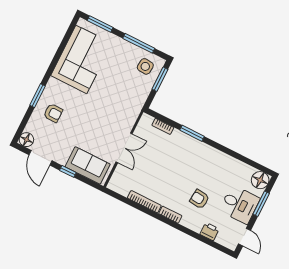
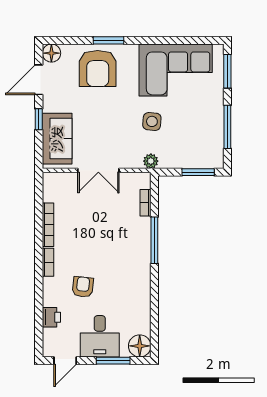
side table: (145, 66) -> (152, 121), moved
plant: (136, 108) -> (151, 161), added
armchair: (53, 113) -> (98, 68), width x1.88, depth x1.88
window: (192, 133) -> (154, 240), width x1.44

